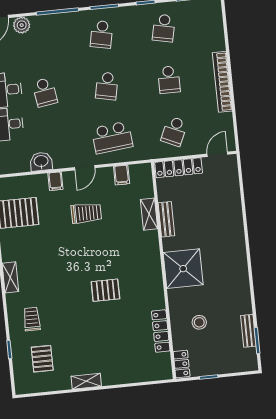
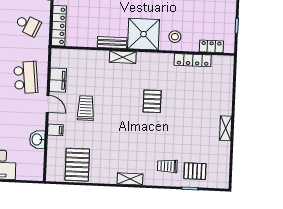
filing cabinet: (122, 175) -> (58, 80), width x2.00
shelving: (149, 214) -> (123, 57), moved
bench: (166, 219) -> (112, 43), moved
stool: (199, 322) -> (175, 37), moved
pallet: (42, 359) -> (195, 171), moved
locker: (182, 364) -> (211, 46), moved

